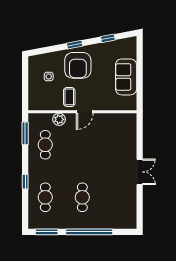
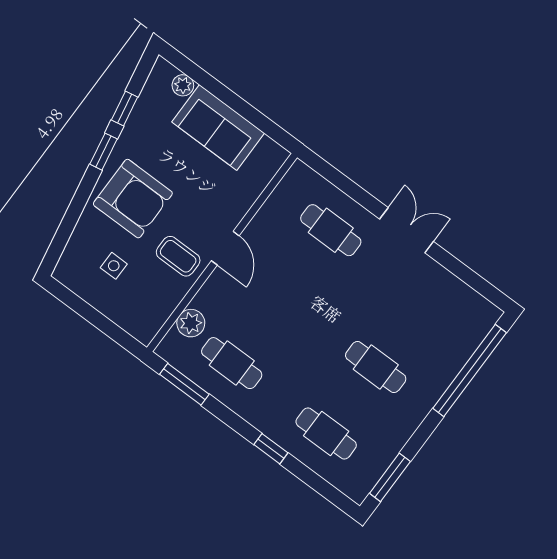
window: (75, 45) -> (104, 152), moved
plant: (132, 53) -> (183, 85), added
plant: (59, 119) -> (191, 323), moved
cafe table: (119, 145) -> (331, 230), added
window: (89, 232) -> (470, 370), moved

